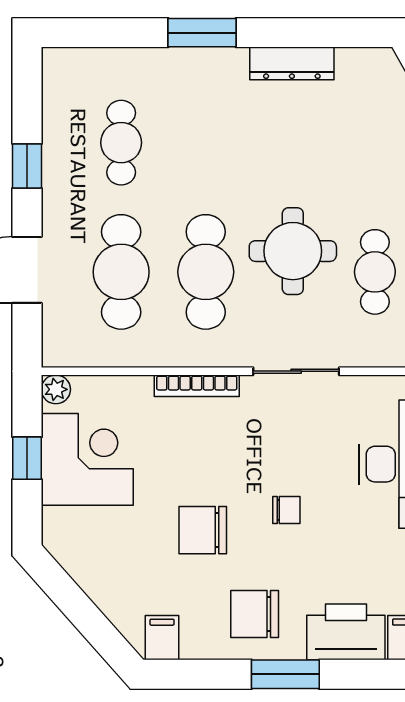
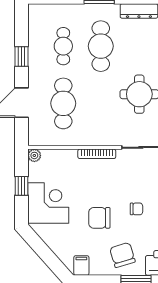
cafe table: (206, 272) -> (101, 46), moved
corner desk: (87, 459) -> (48, 203), moved
chair: (255, 614) -> (122, 255), turned 73

